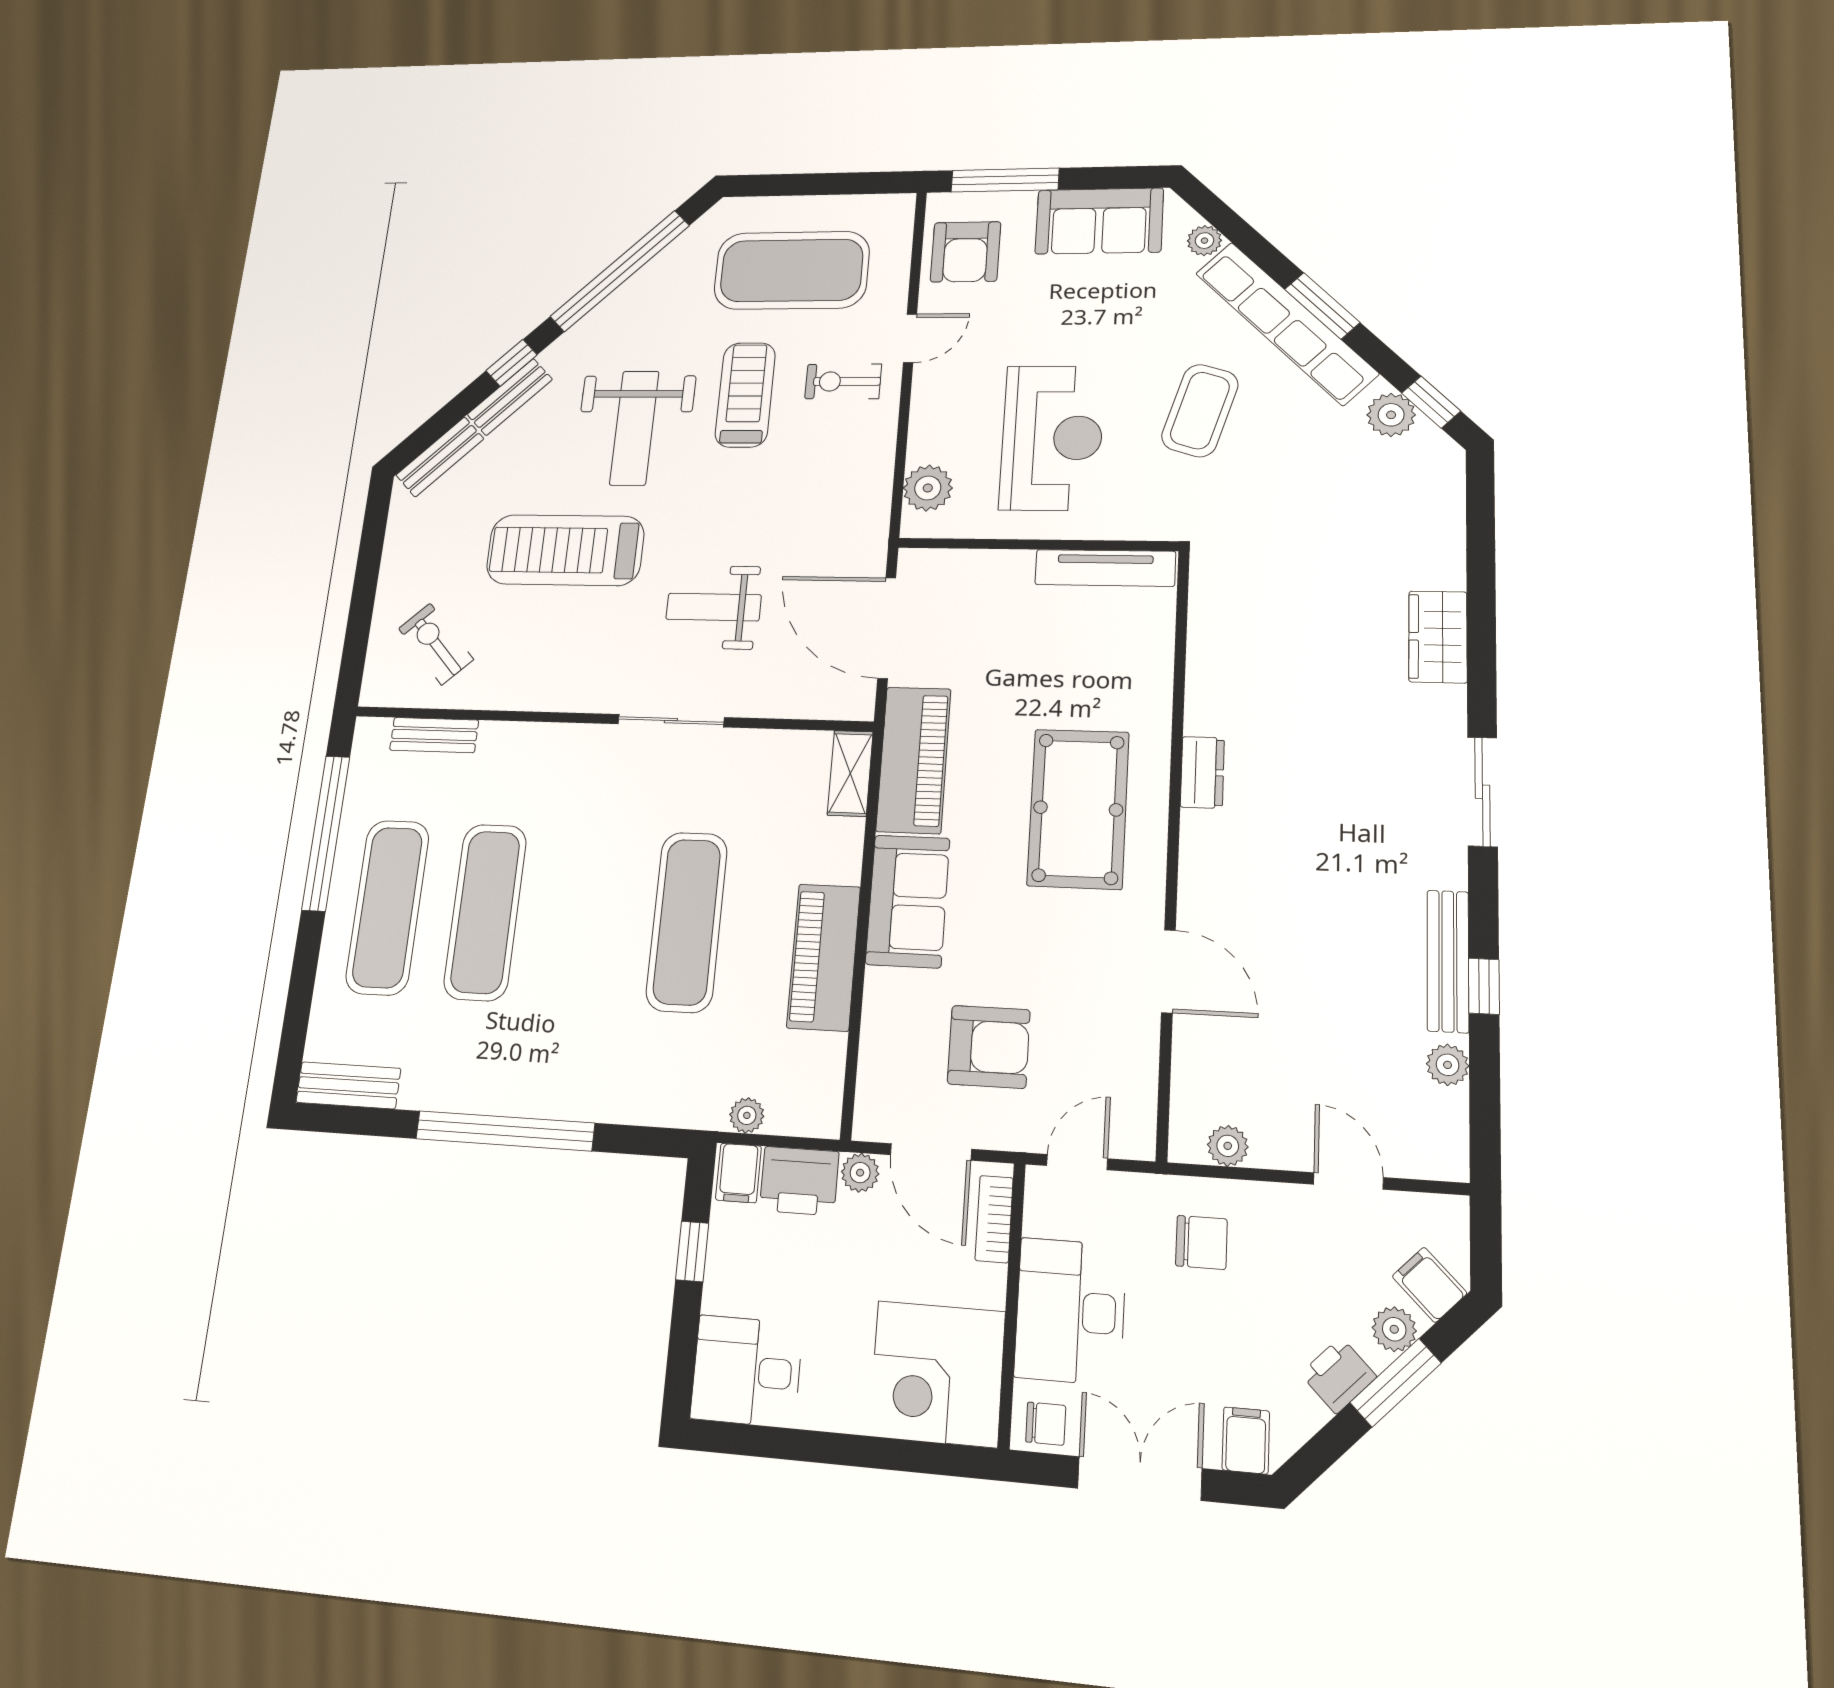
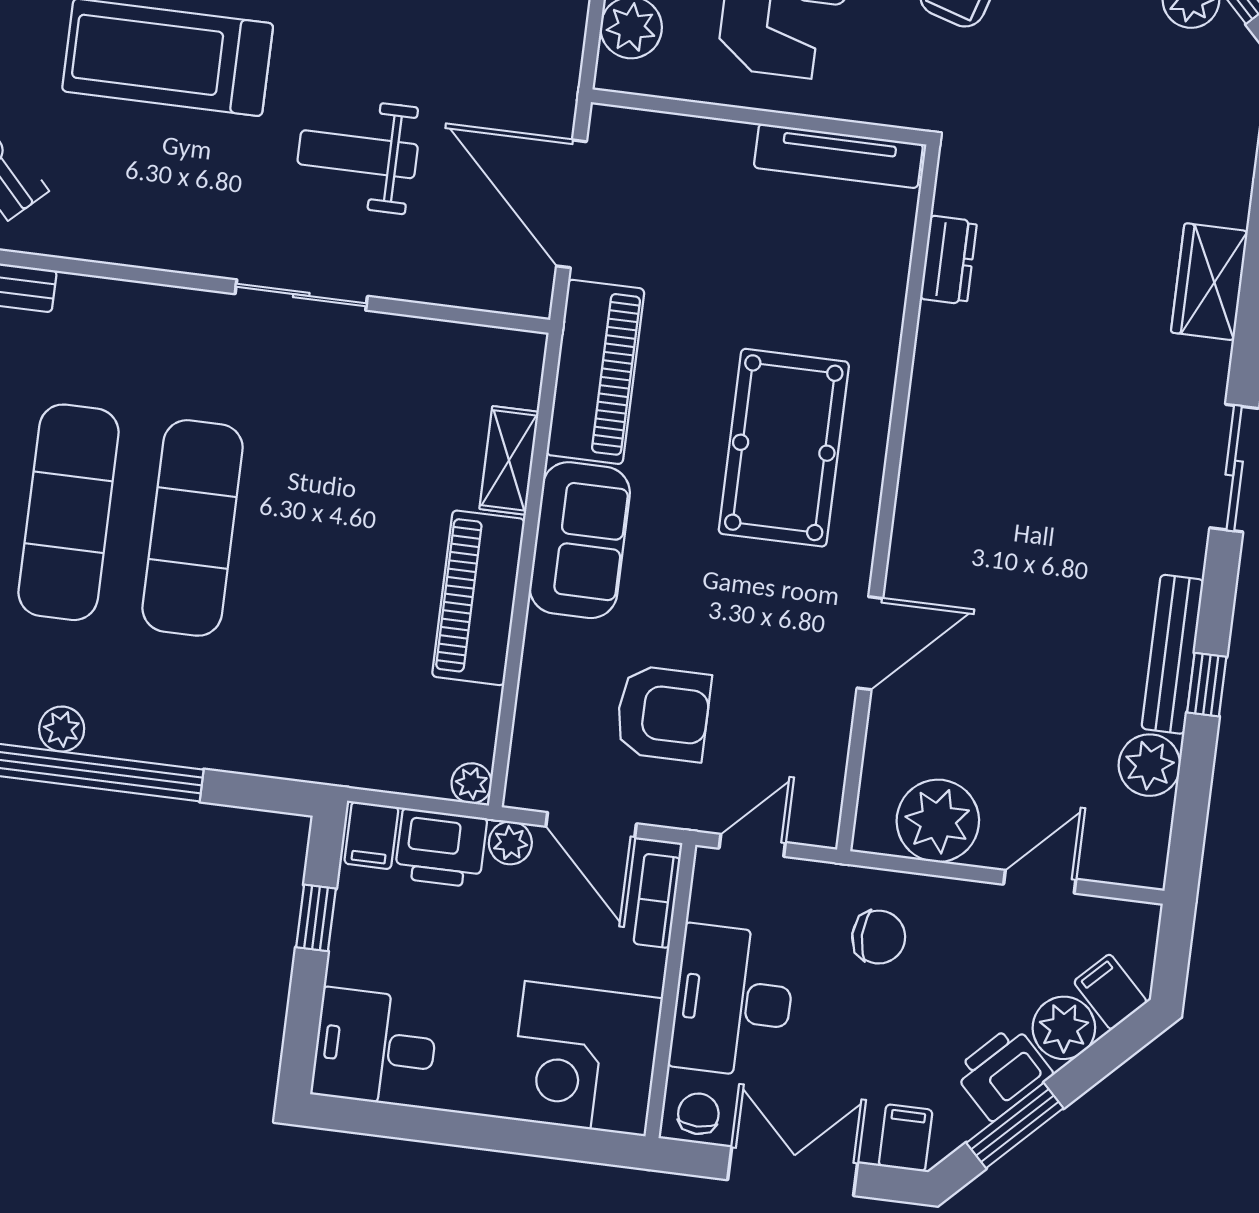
dresser: (1202, 772) -> (949, 260), moved
shelving: (850, 773) -> (509, 460), moved
exercise mat: (687, 922) -> (193, 528), moved
door: (1168, 971) -> (870, 643), hinge flipped
plant: (1448, 1065) -> (1149, 765), width x1.38, depth x1.38
plant: (477, 1095) -> (62, 729), added
plant: (747, 1115) -> (472, 783), moved
plant: (1228, 1146) -> (938, 821), width x1.88, depth x1.88
door: (1348, 1181) -> (1040, 882), hinge flipped
plant: (1394, 1329) -> (1064, 1028), width x1.38, depth x1.38
printer: (1338, 1375) -> (1003, 1073), width x1.36, depth x1.24
window: (1396, 1383) -> (1015, 1126), moved
chair: (1046, 1424) -> (698, 1114), turned -90

